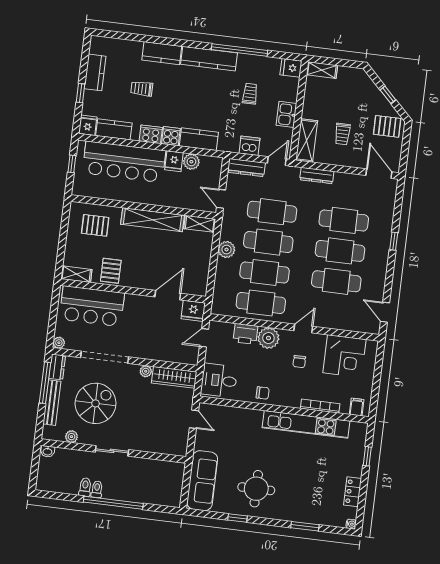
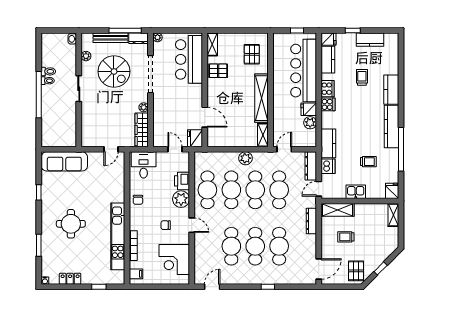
kitchen counter: (199, 139) -> (328, 143), moved
door: (277, 161) -> (319, 189), swing flipped
round table: (256, 489) -> (71, 224), moved

